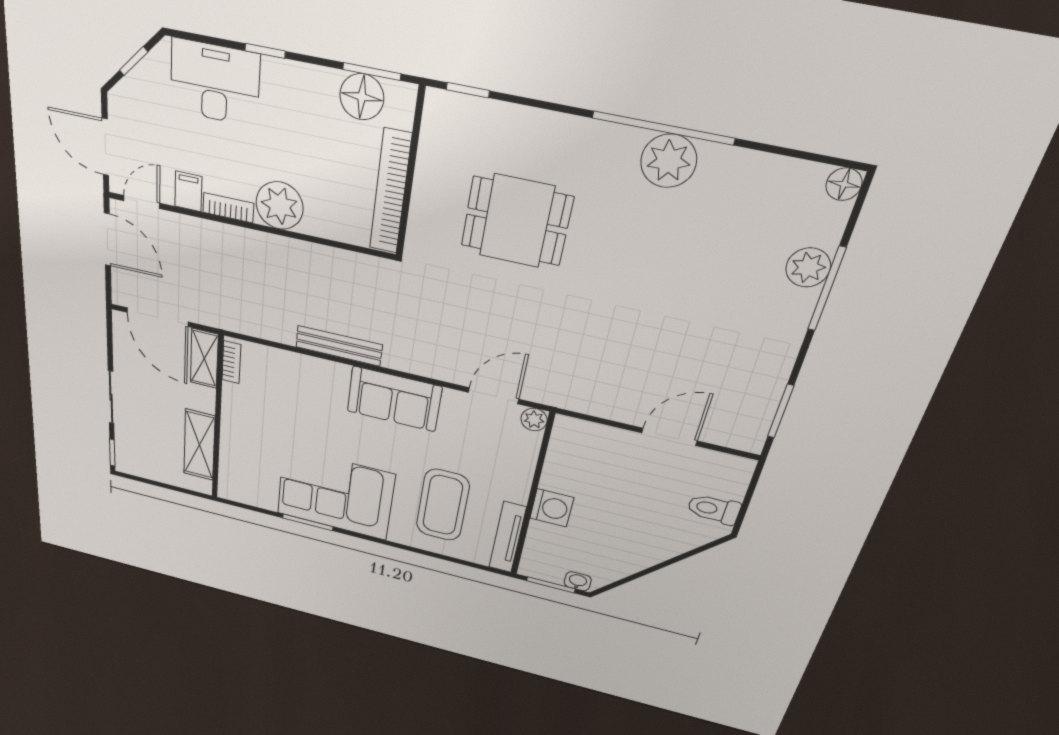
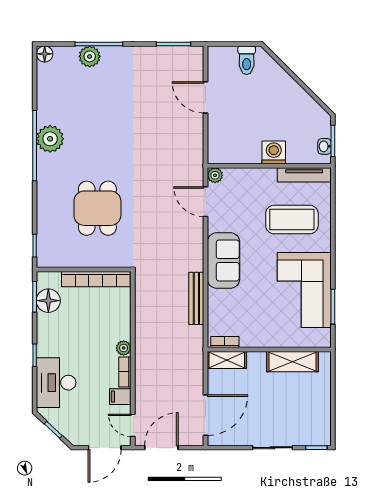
plant: (280, 206) -> (124, 348), width x0.53, depth x0.53
shelving: (204, 358) -> (227, 360), moved
bookcase: (231, 362) -> (225, 342), moved
wall: (218, 419) -> (269, 349), moved
shelving: (199, 445) -> (292, 362), moved
washbasin: (578, 581) -> (325, 146), moved

